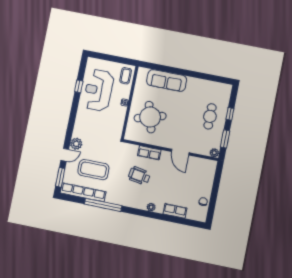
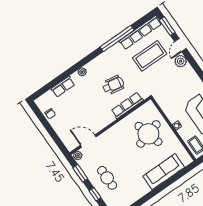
door: (180, 152) -> (88, 141), moved
row of seats: (149, 153) -> (127, 105), width x1.48

